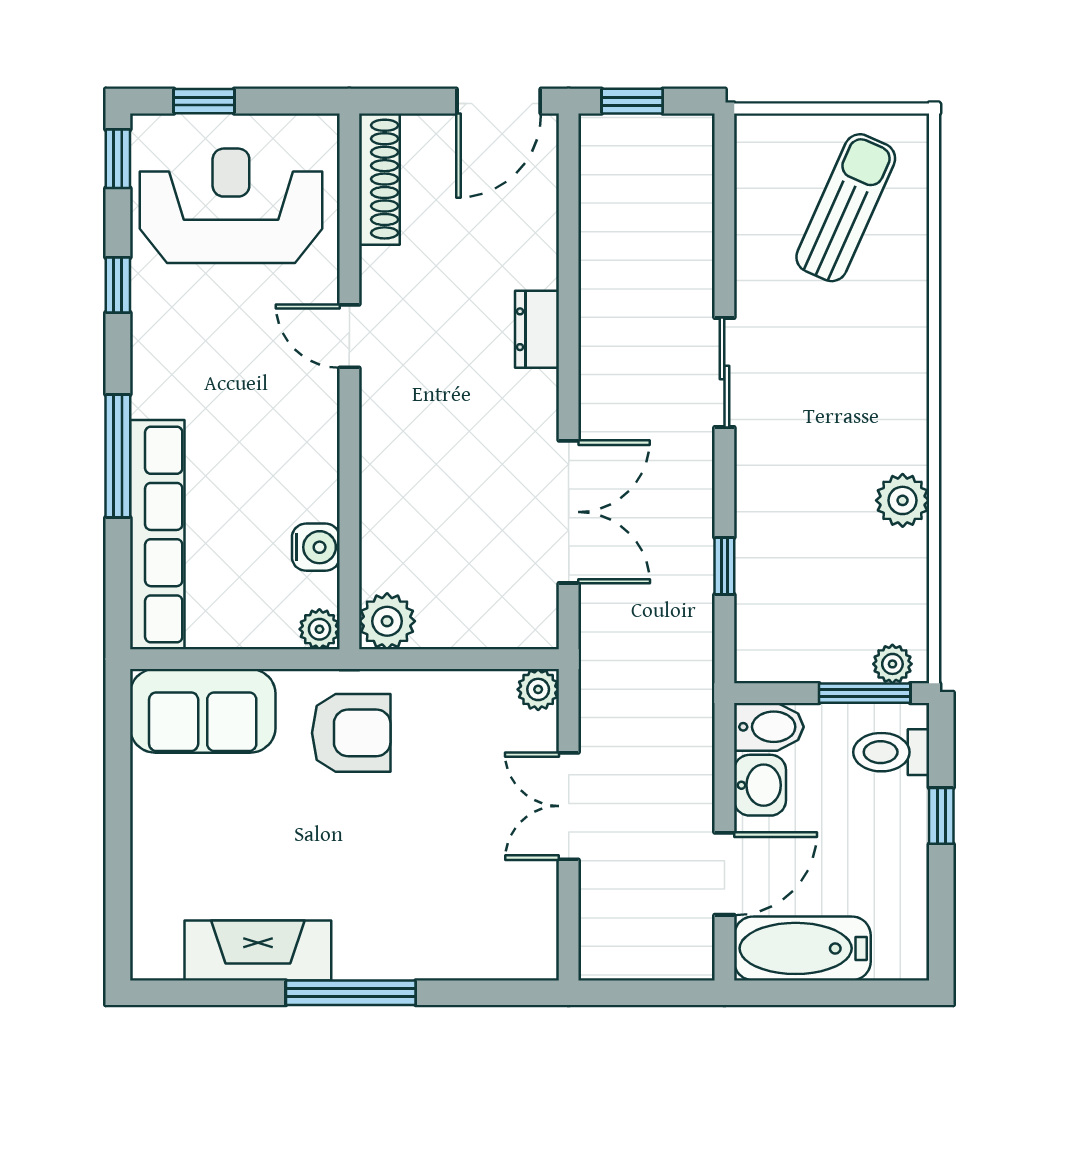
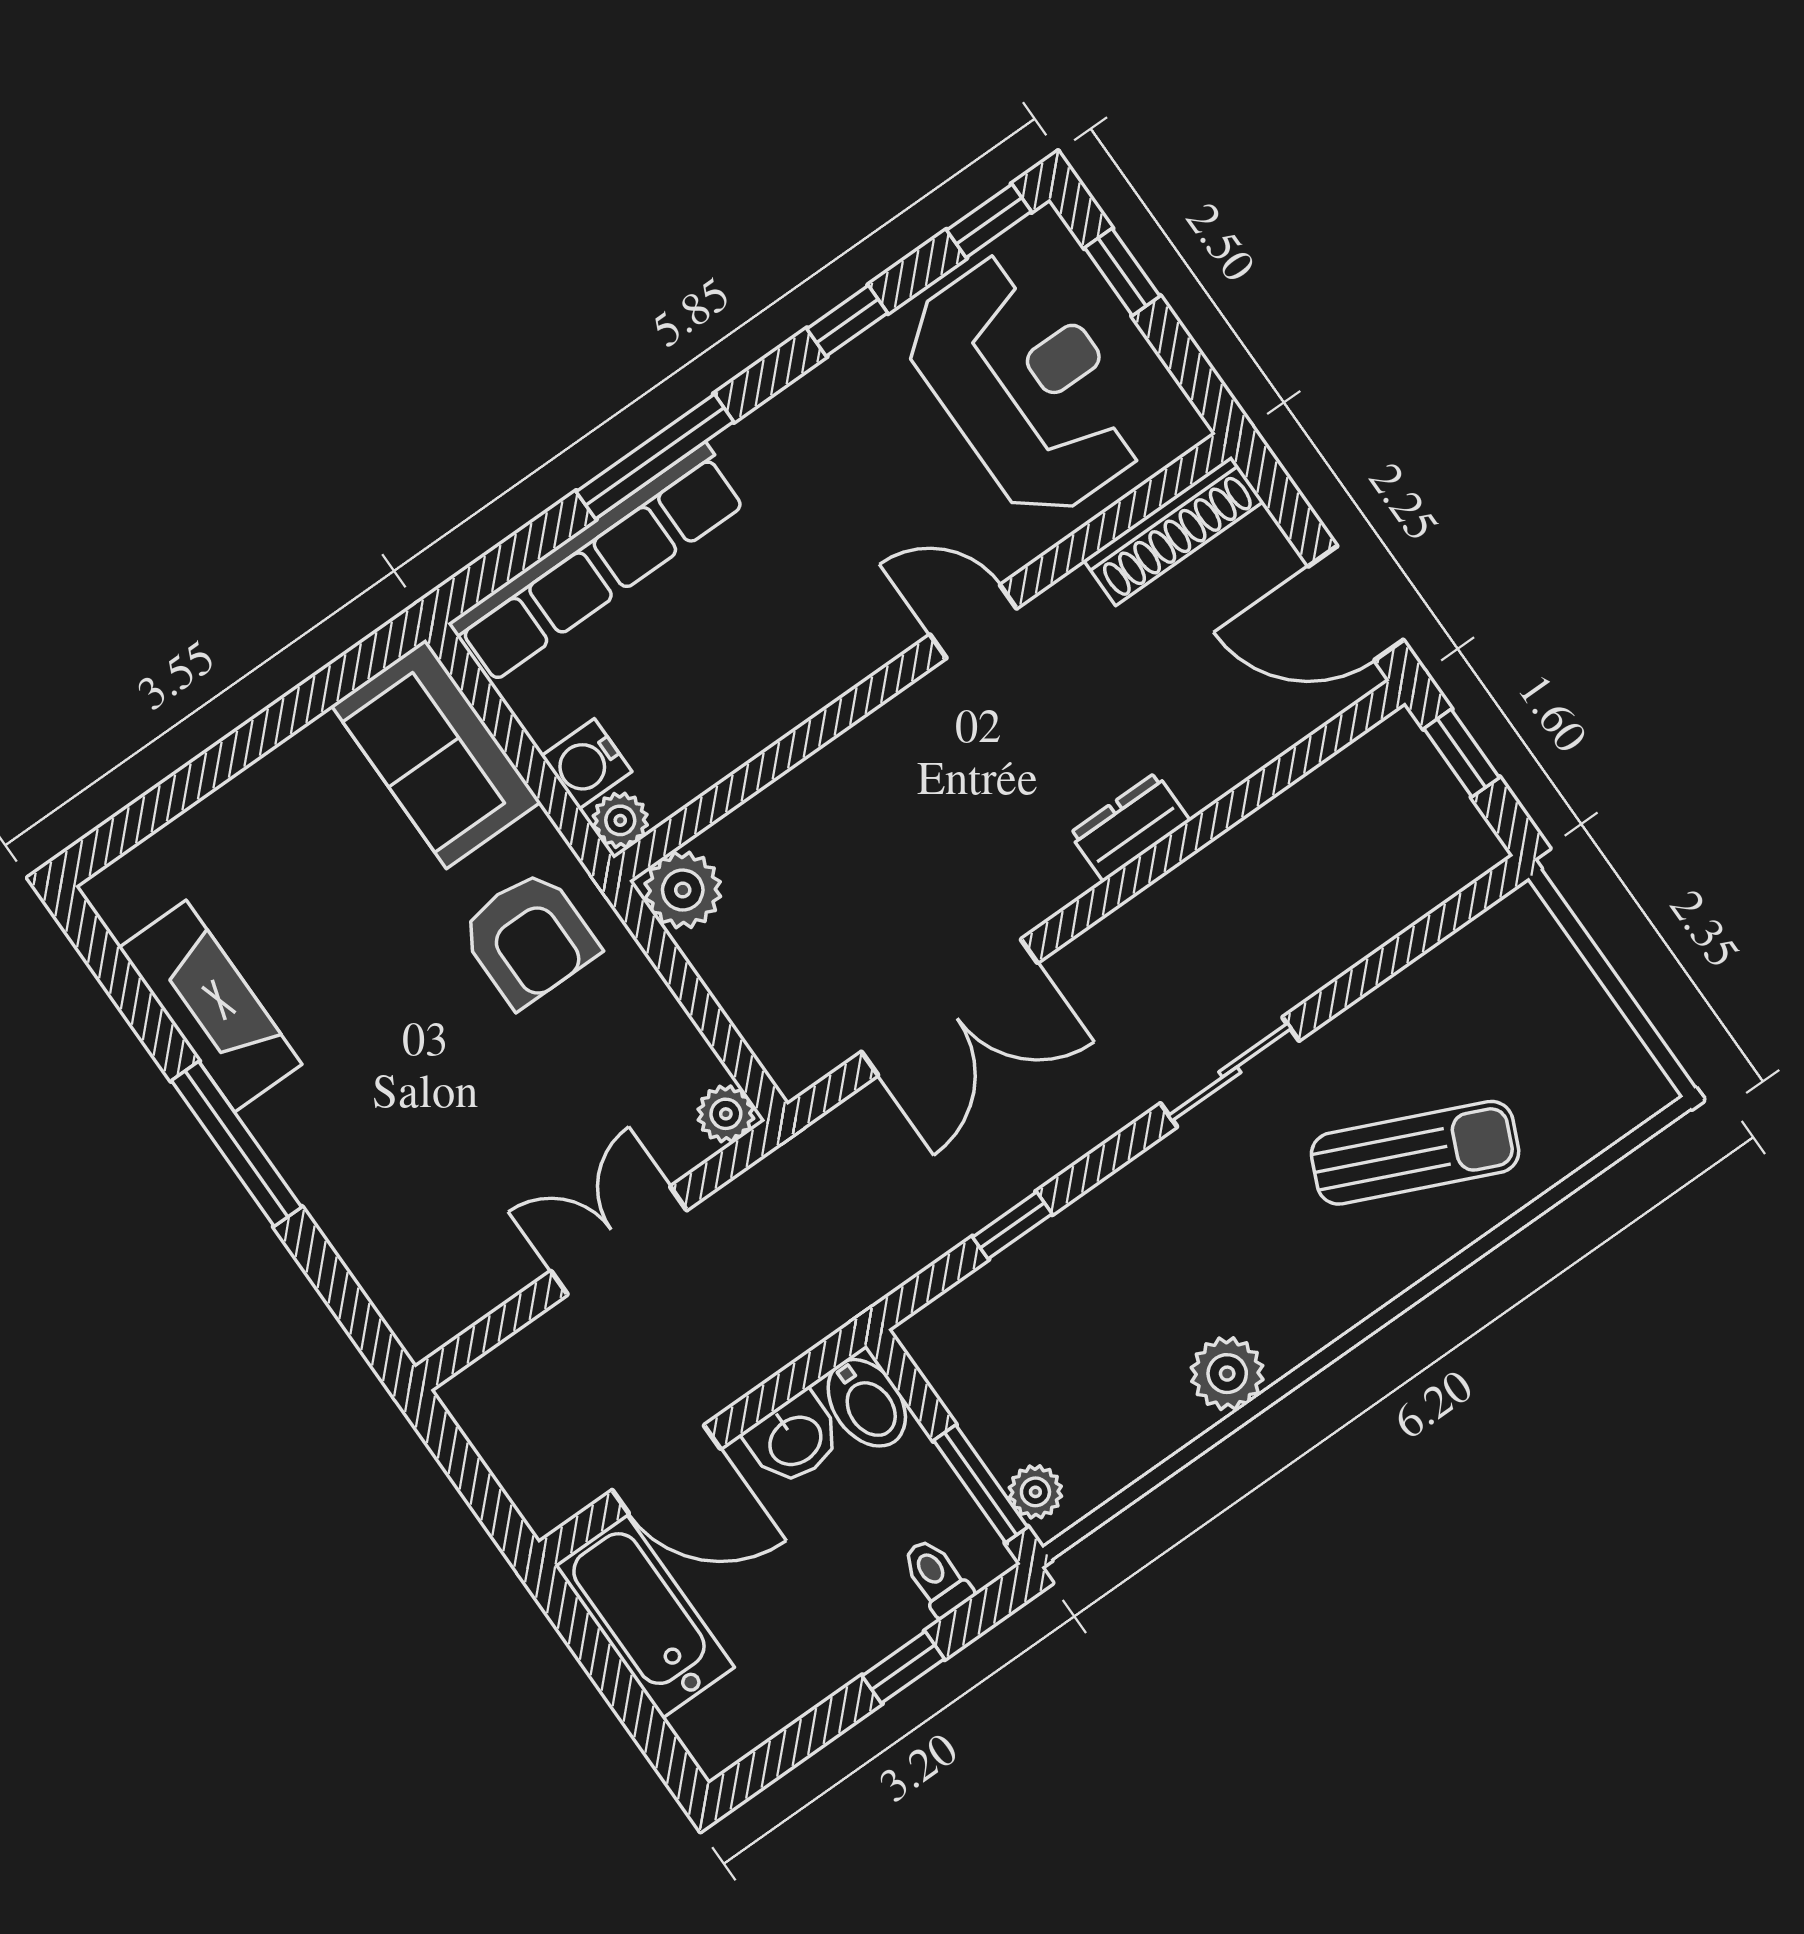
sun lounger: (846, 208) -> (1415, 1153), moved
door: (349, 336) -> (973, 621), hinge flipped
water cooler: (316, 547) -> (587, 764), moved, turned 90
toilet: (891, 752) -> (937, 1577), width x0.73, depth x0.72

